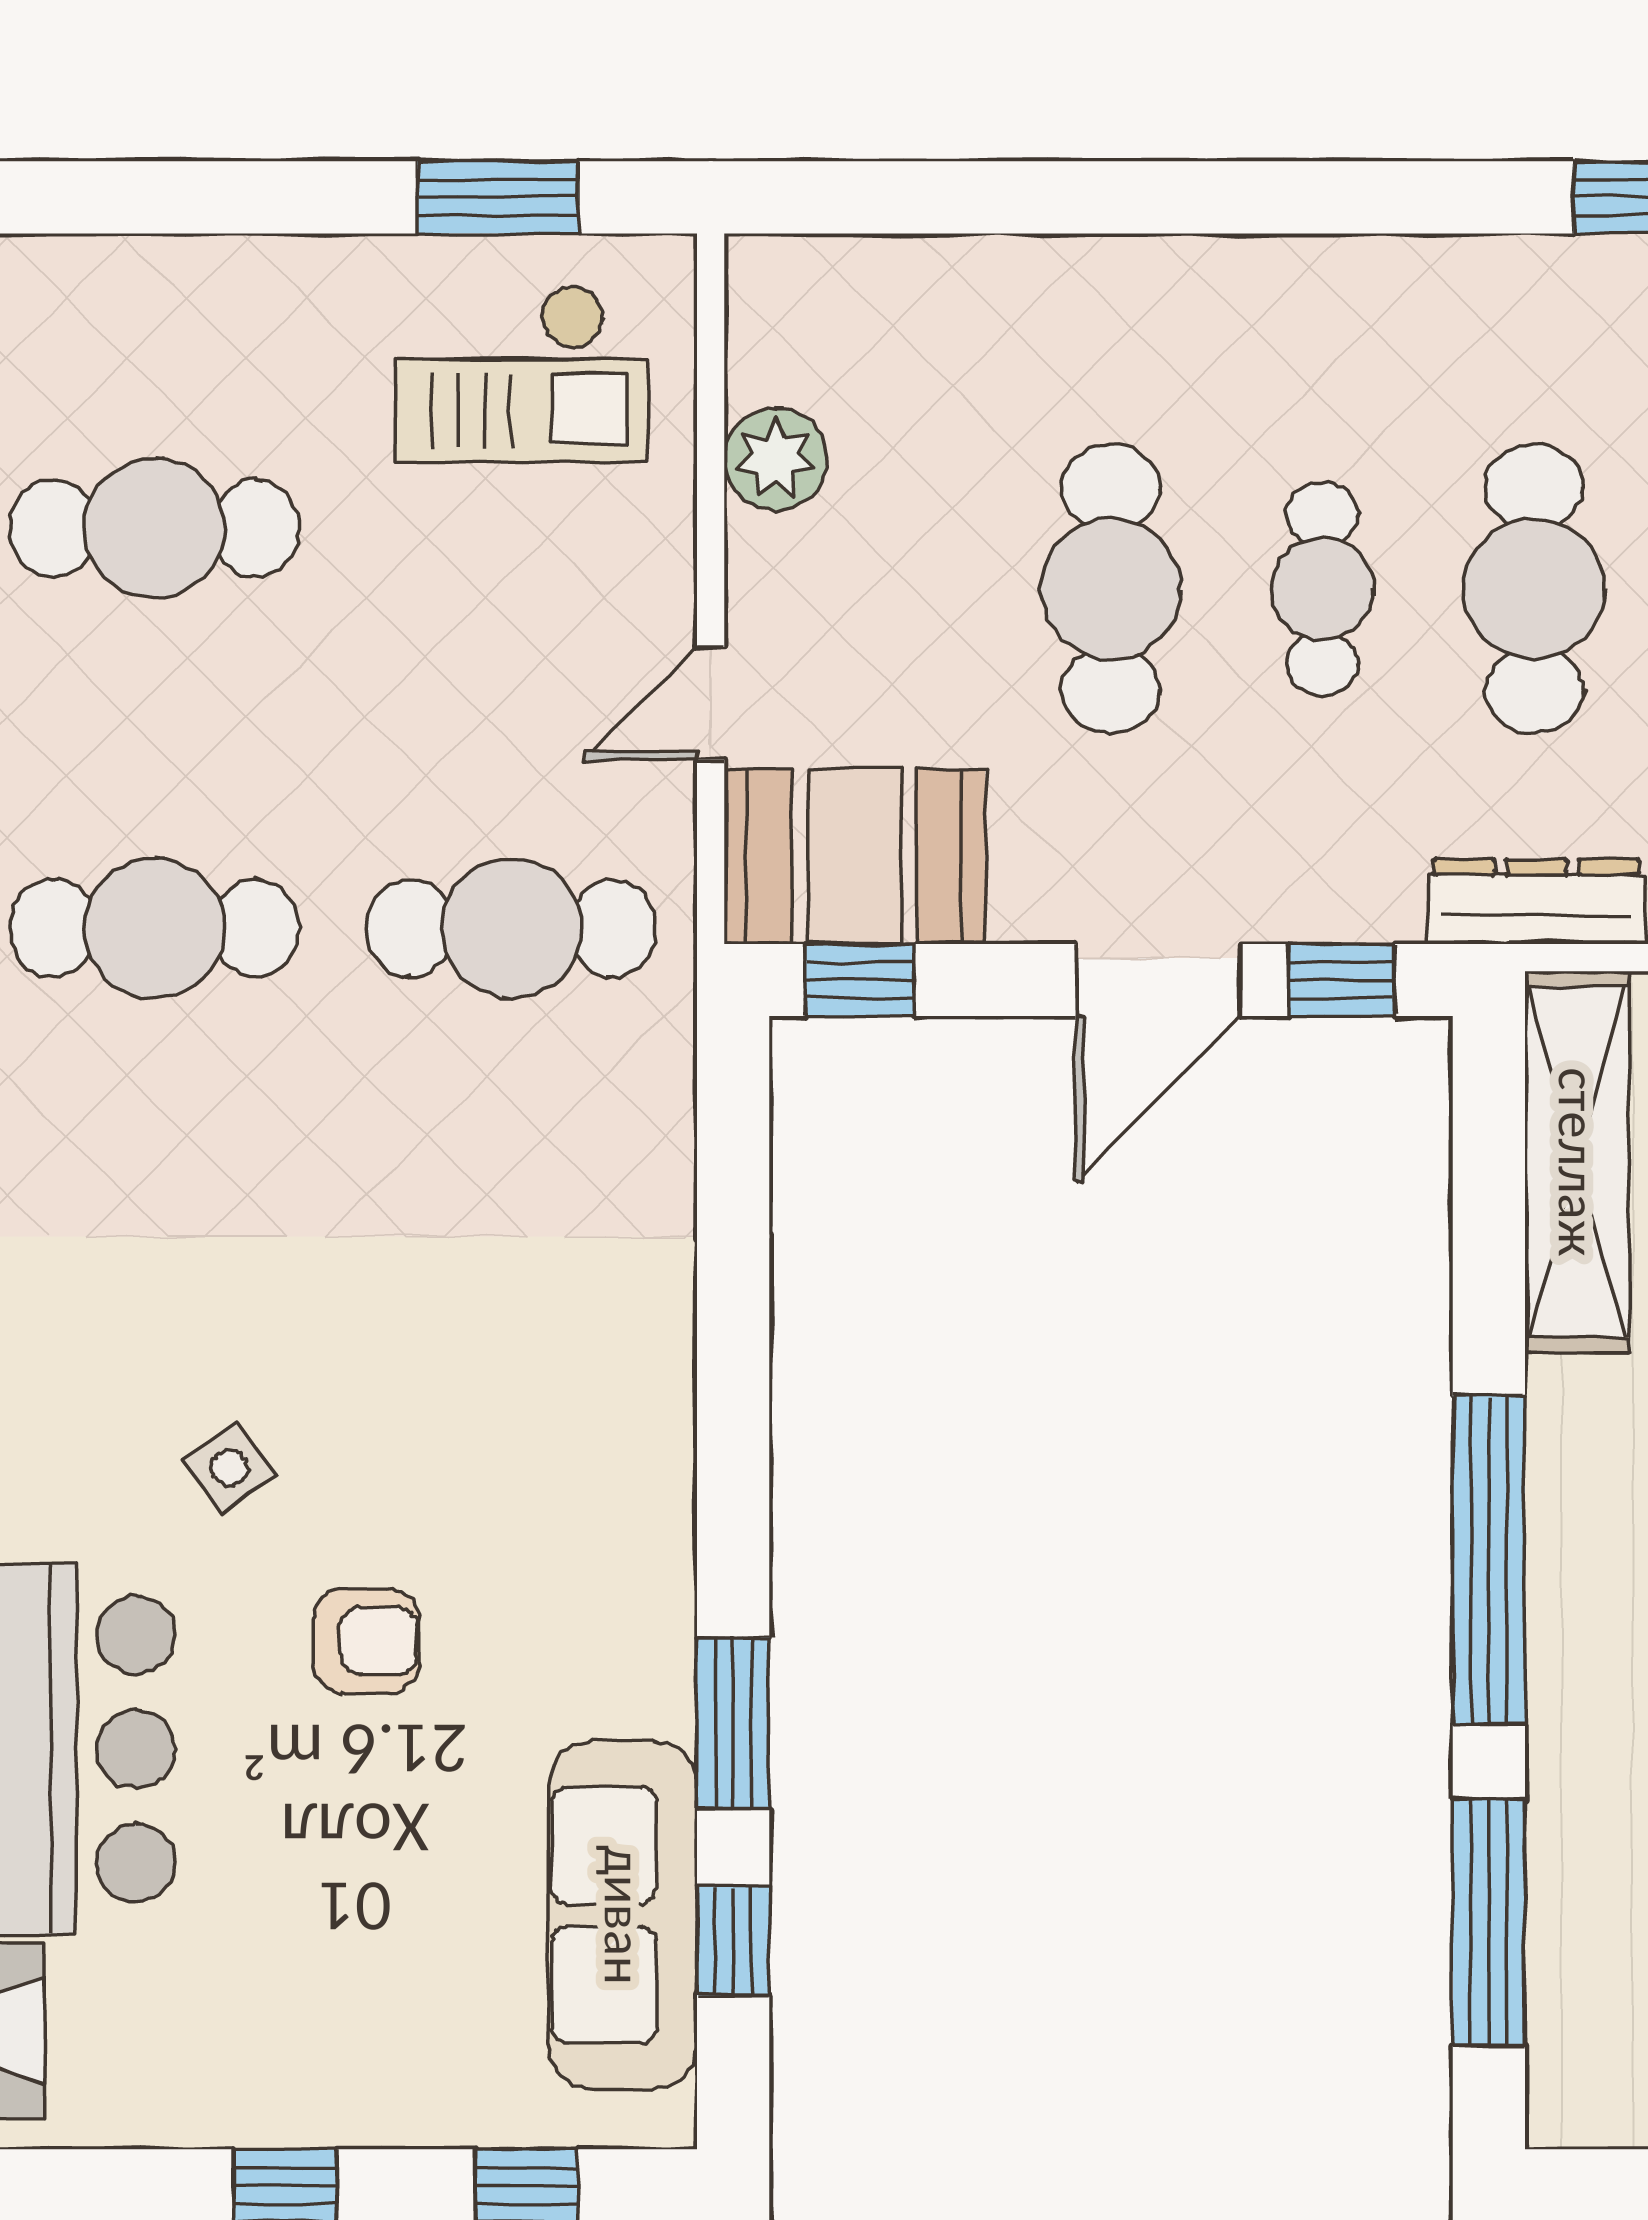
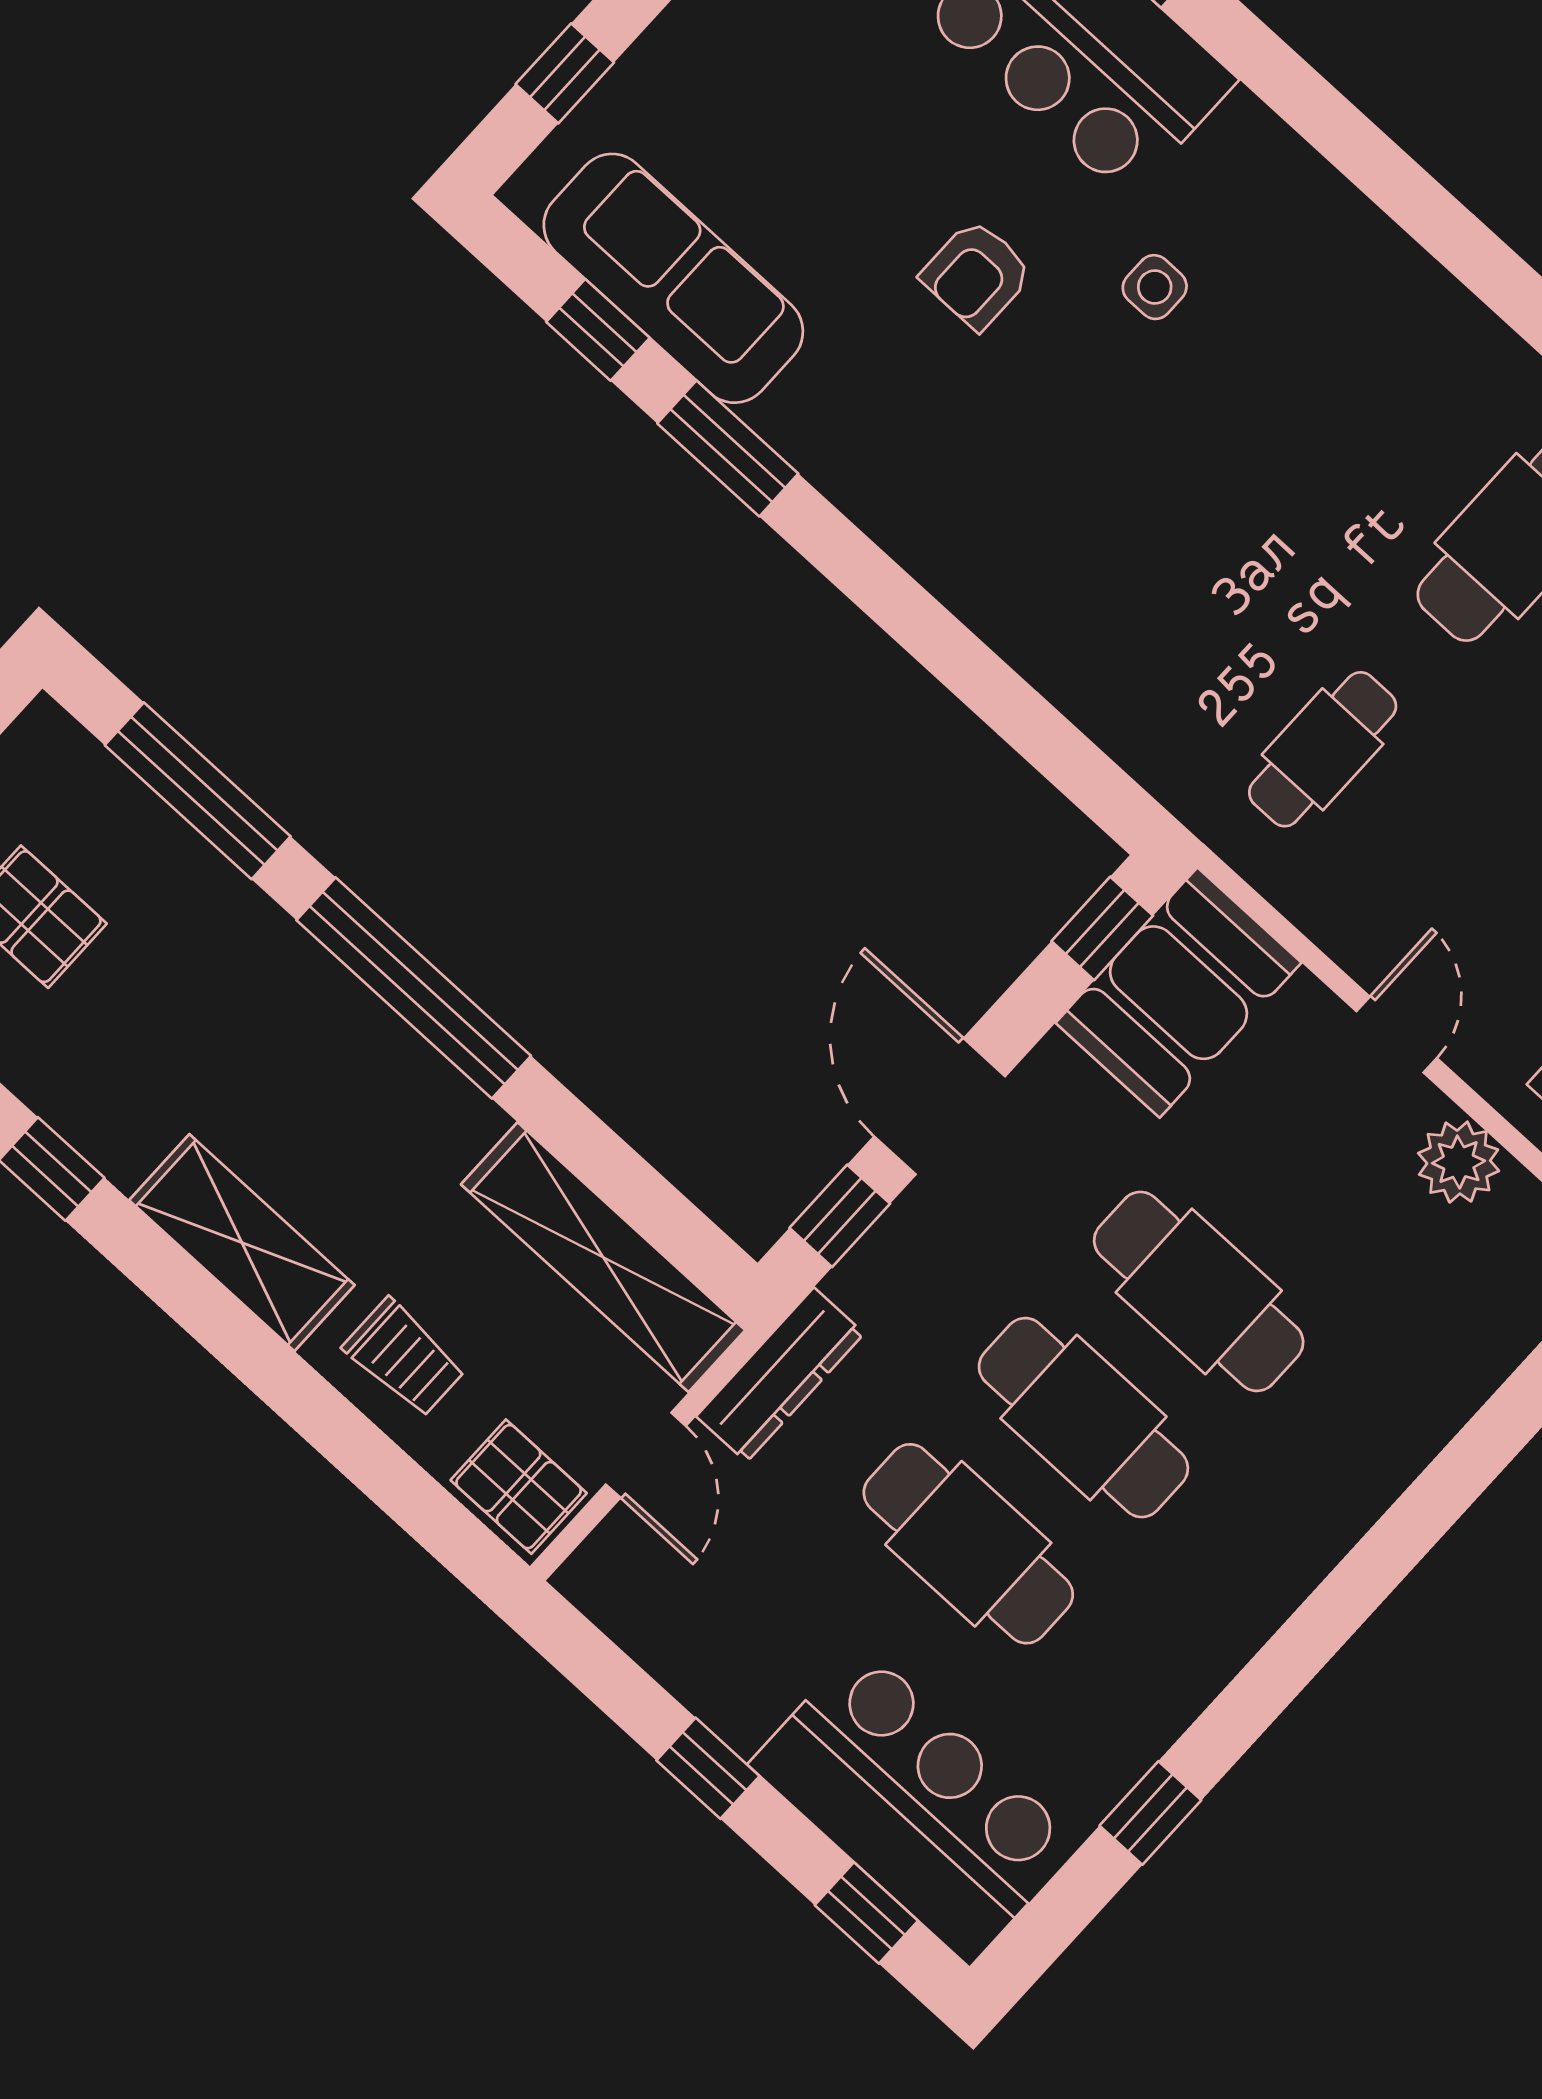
cafe table: (1322, 589) -> (1083, 1418), width x1.37, depth x1.35
door: (711, 703) -> (1397, 1035), moved
cafe table: (512, 928) -> (1323, 749), width x0.73, depth x0.74
side table: (229, 1468) -> (1155, 287), turned 36

